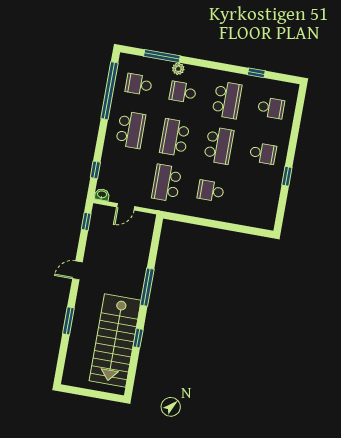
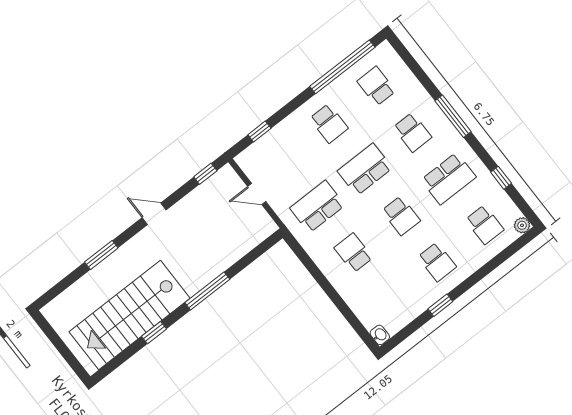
window: (162, 56) -> (453, 116), moved
plant: (178, 69) -> (522, 225), moved
school desk: (183, 92) -> (412, 132), turned 180
school desk: (131, 130) -> (329, 123), width x0.54
school desk: (219, 145) -> (401, 216), width x0.54
washbasin: (102, 195) -> (380, 335), moved

